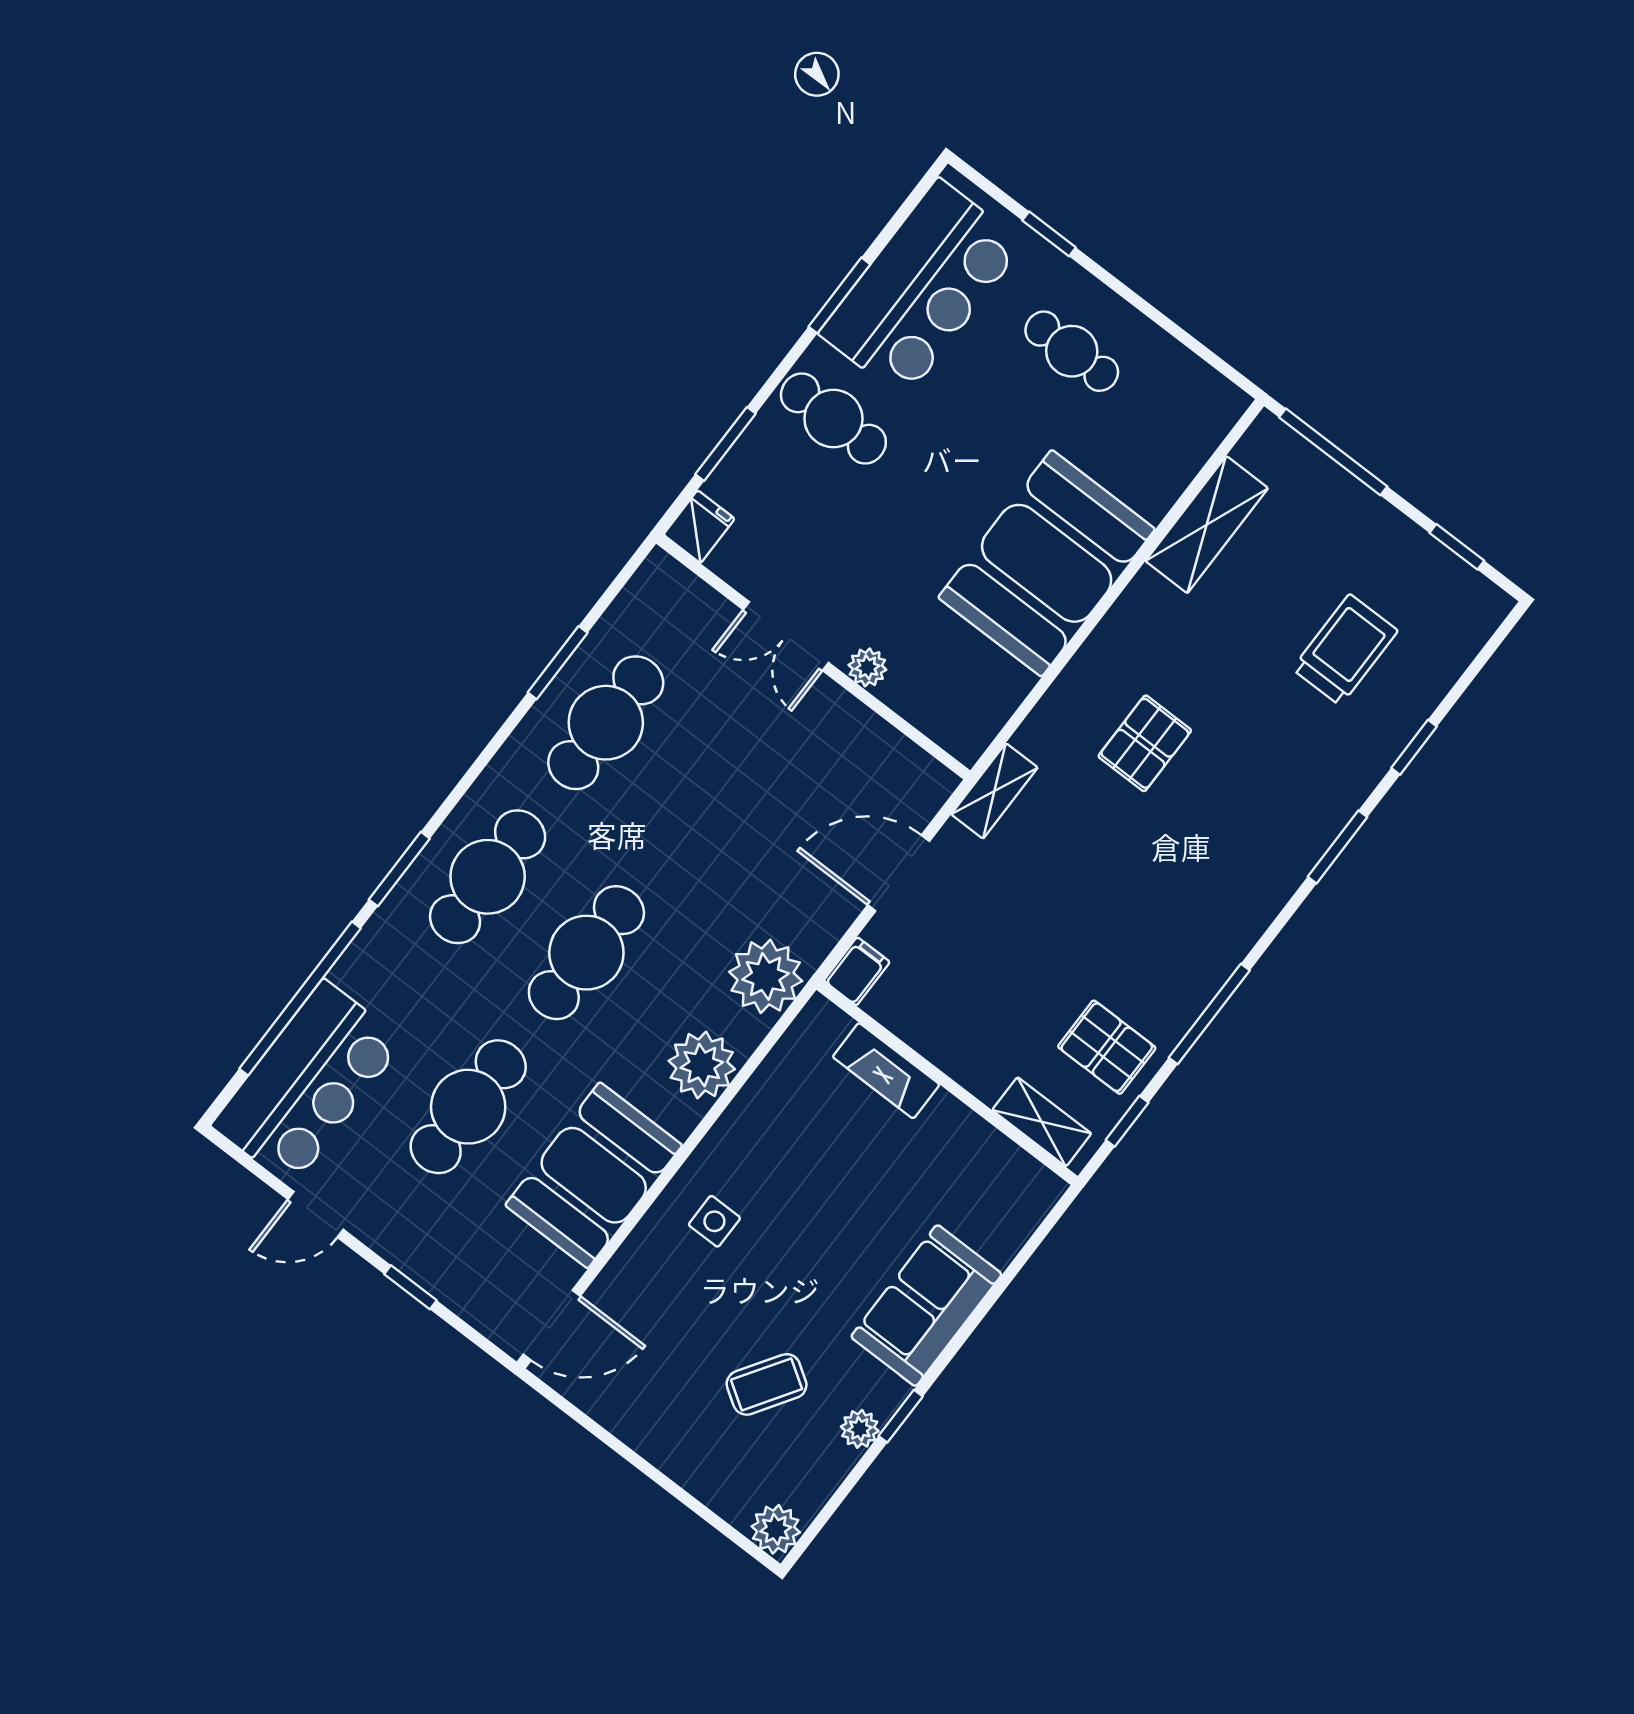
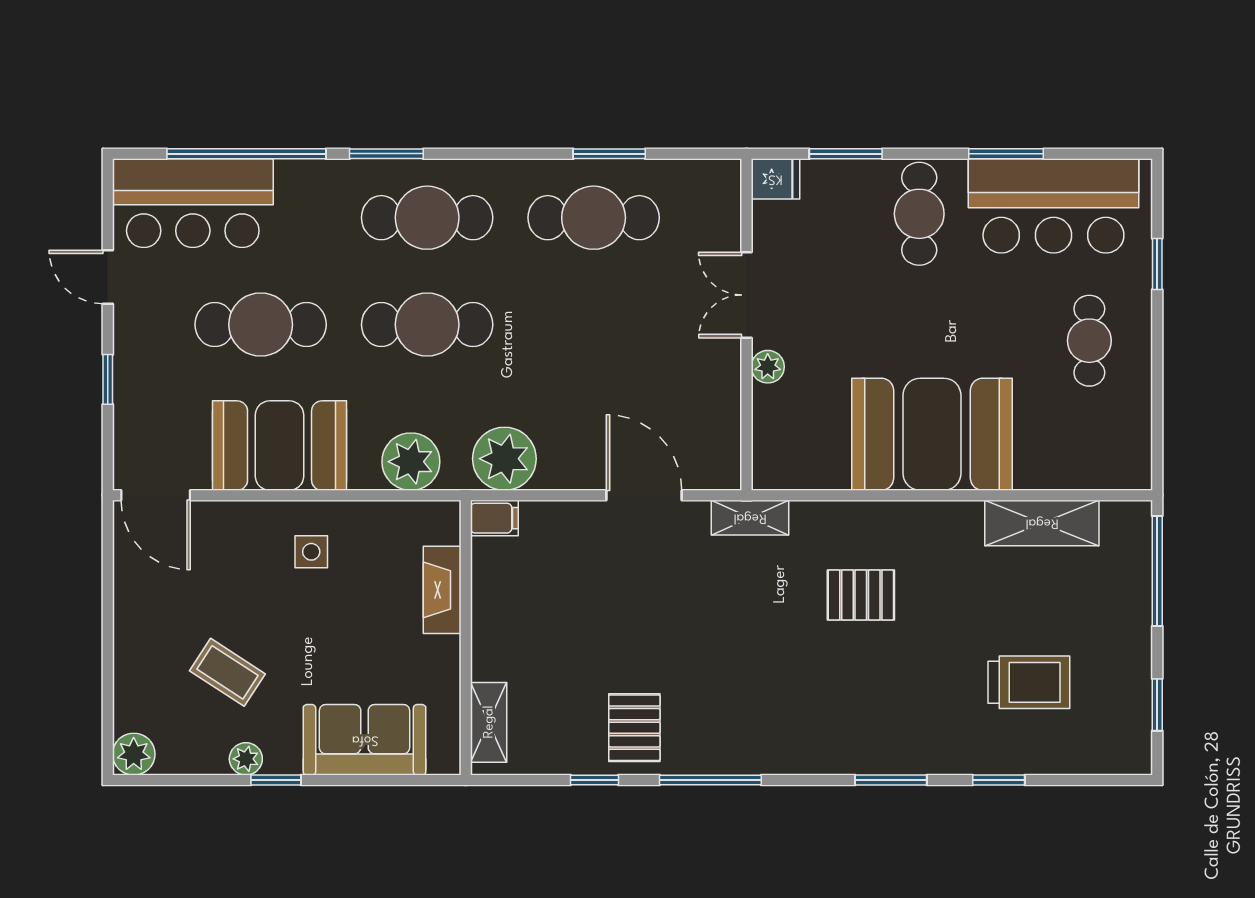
filing cabinet: (857, 971) -> (494, 518), moved
fireplace: (886, 1071) -> (442, 590), moved
wall: (947, 1083) -> (466, 638), moved
shelving: (1042, 1122) -> (489, 722), moved

